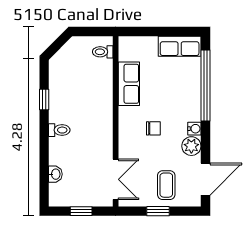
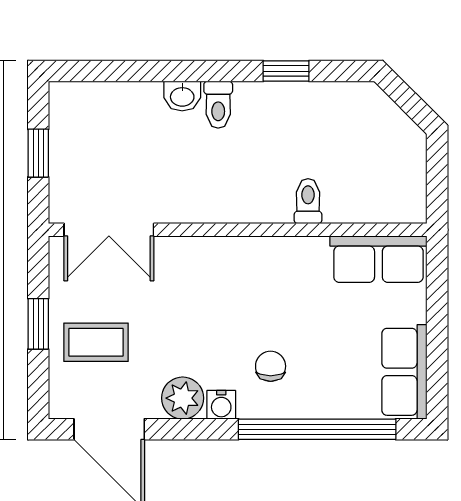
toilet: (103, 52) -> (308, 201), moved
row of seats: (129, 84) -> (378, 259), moved
chair: (153, 128) -> (271, 366), moved, turned 180
washbasin: (55, 174) -> (182, 96), moved

